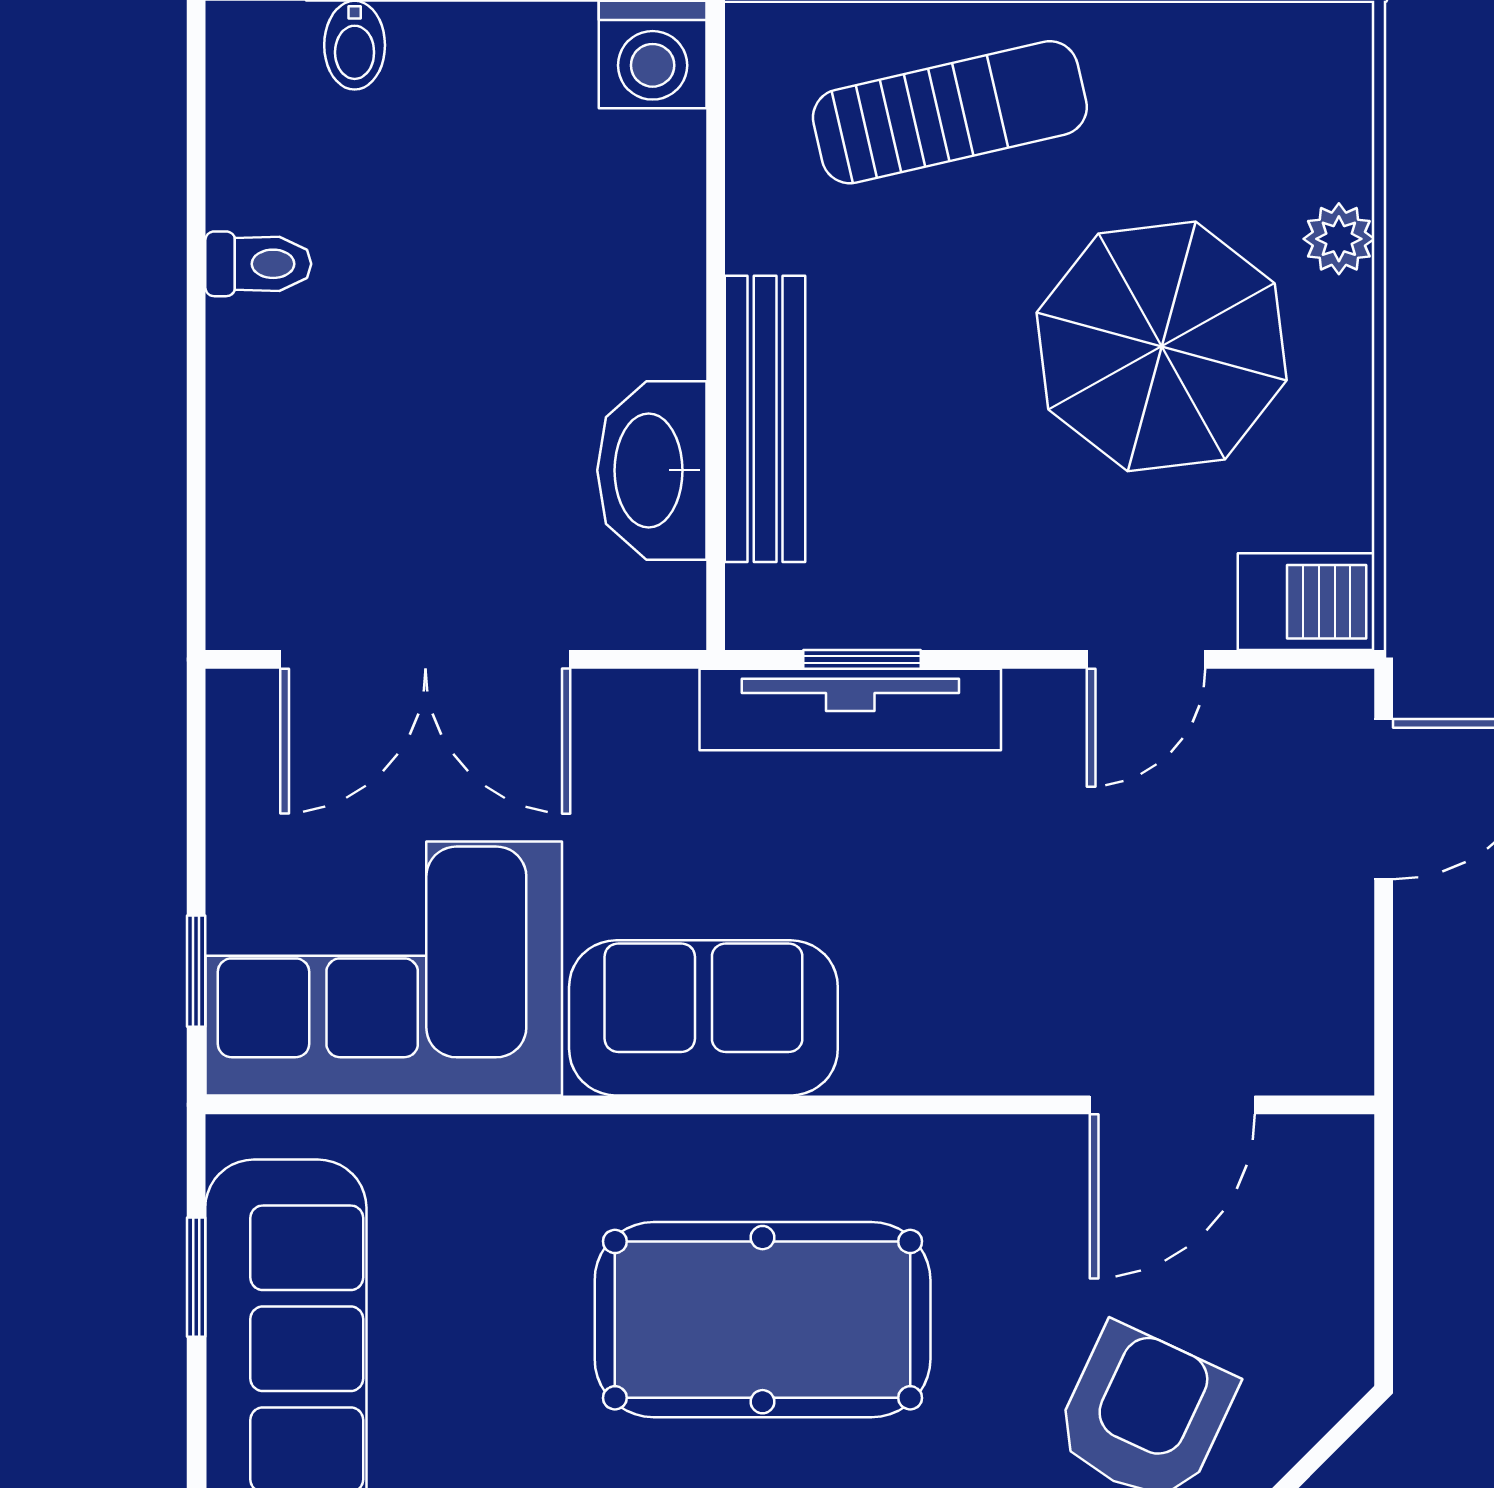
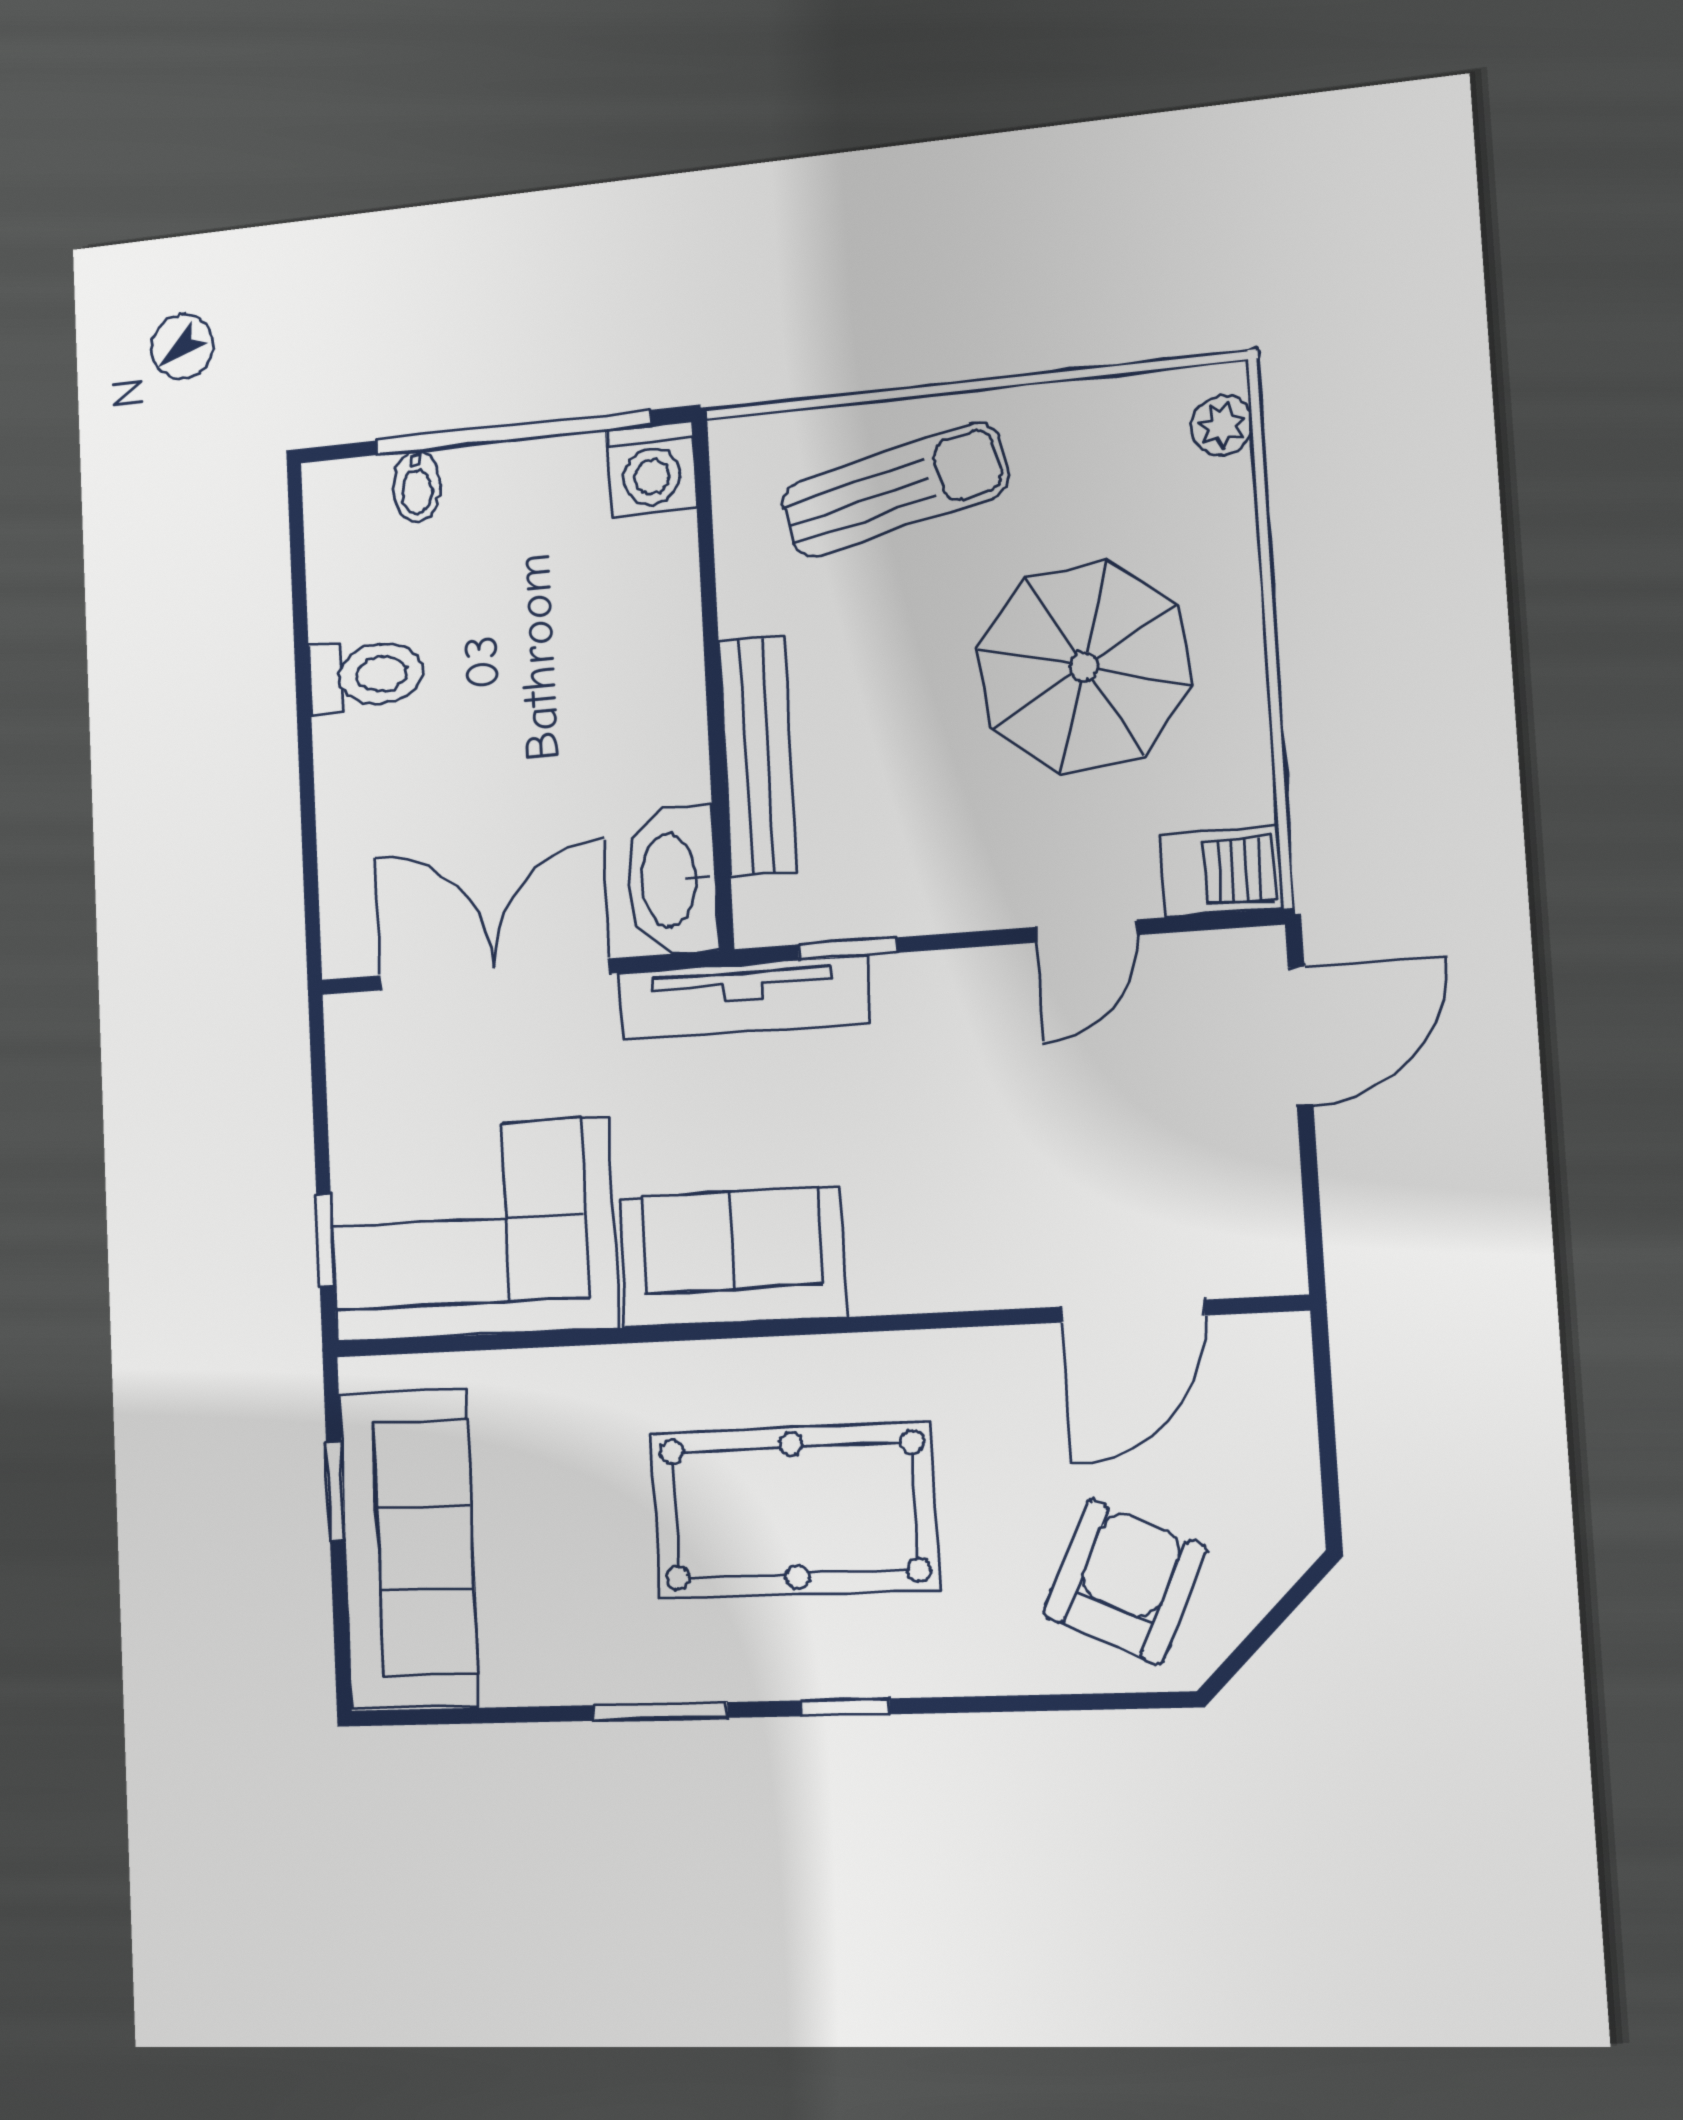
plant: (1339, 239) -> (1222, 425), moved
toilet: (258, 264) -> (366, 675), width x1.37, depth x1.39
washbasin: (652, 470) -> (671, 880), moved
double door: (425, 659) -> (494, 975), swing flipped
tv unit: (850, 710) -> (743, 998), moved

